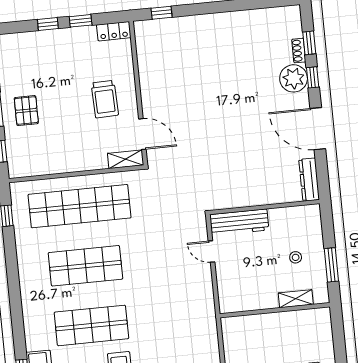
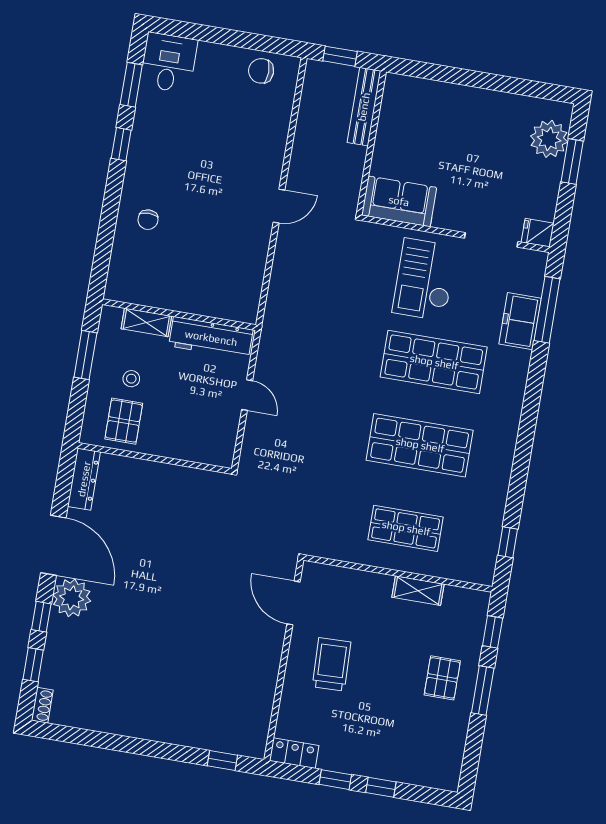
shoe rack: (299, 51) -> (42, 705), moved
plant: (294, 78) -> (72, 598), moved
shelving: (126, 159) -> (418, 591), moved
shop shelf: (80, 206) -> (406, 528), width x0.50, depth x0.74
workbench: (239, 222) -> (211, 338), moved, turned 180
pallet: (293, 227) -> (124, 421), added
door: (212, 251) -> (247, 395), moved

